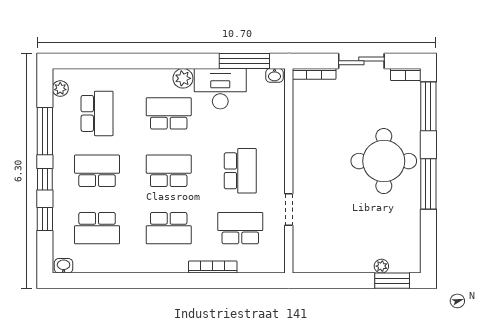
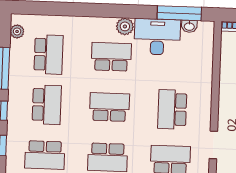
washbasin: (274, 75) -> (189, 26), moved
school desk: (97, 171) -> (47, 105), turned 90
school desk: (240, 171) -> (172, 109), turned 180

